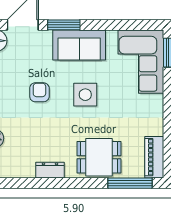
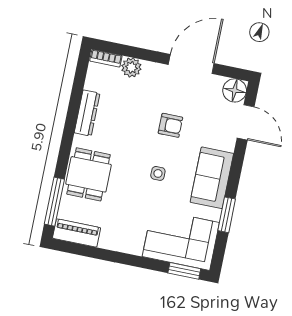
window: (64, 25) -> (227, 215), moved
side table: (85, 95) -> (158, 173), width x0.54, depth x0.54
dresser: (50, 170) -> (87, 113), width x1.44

